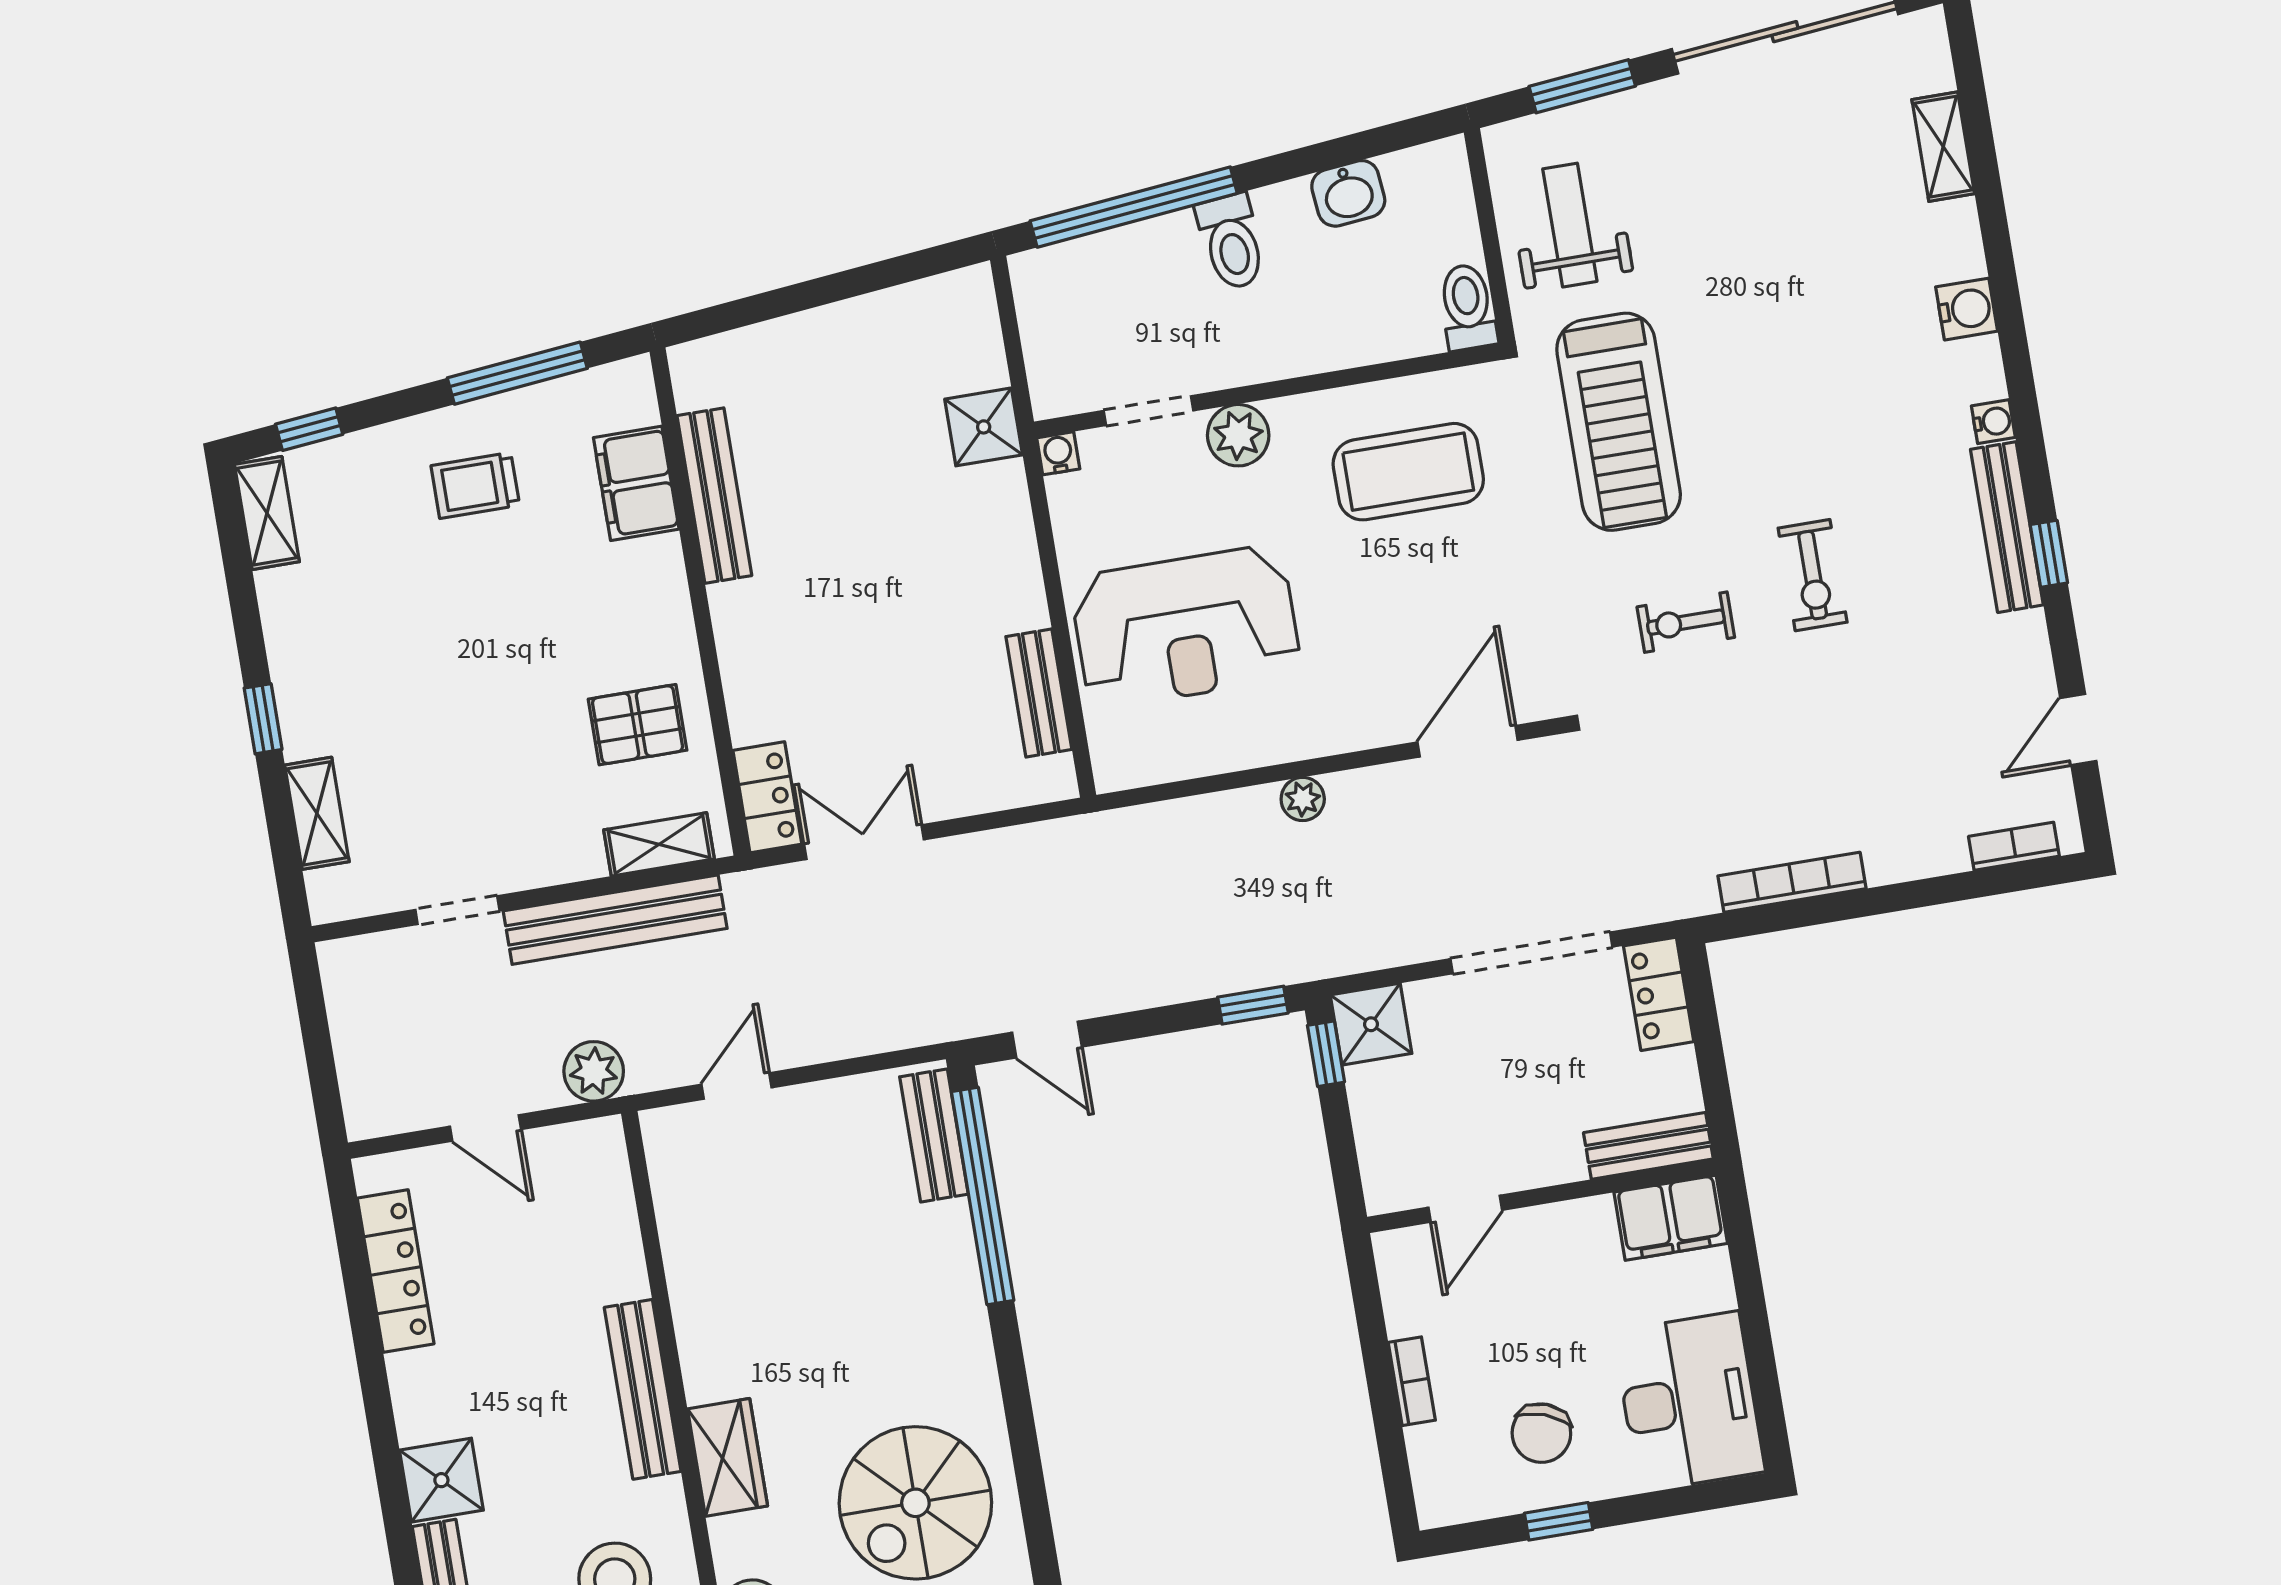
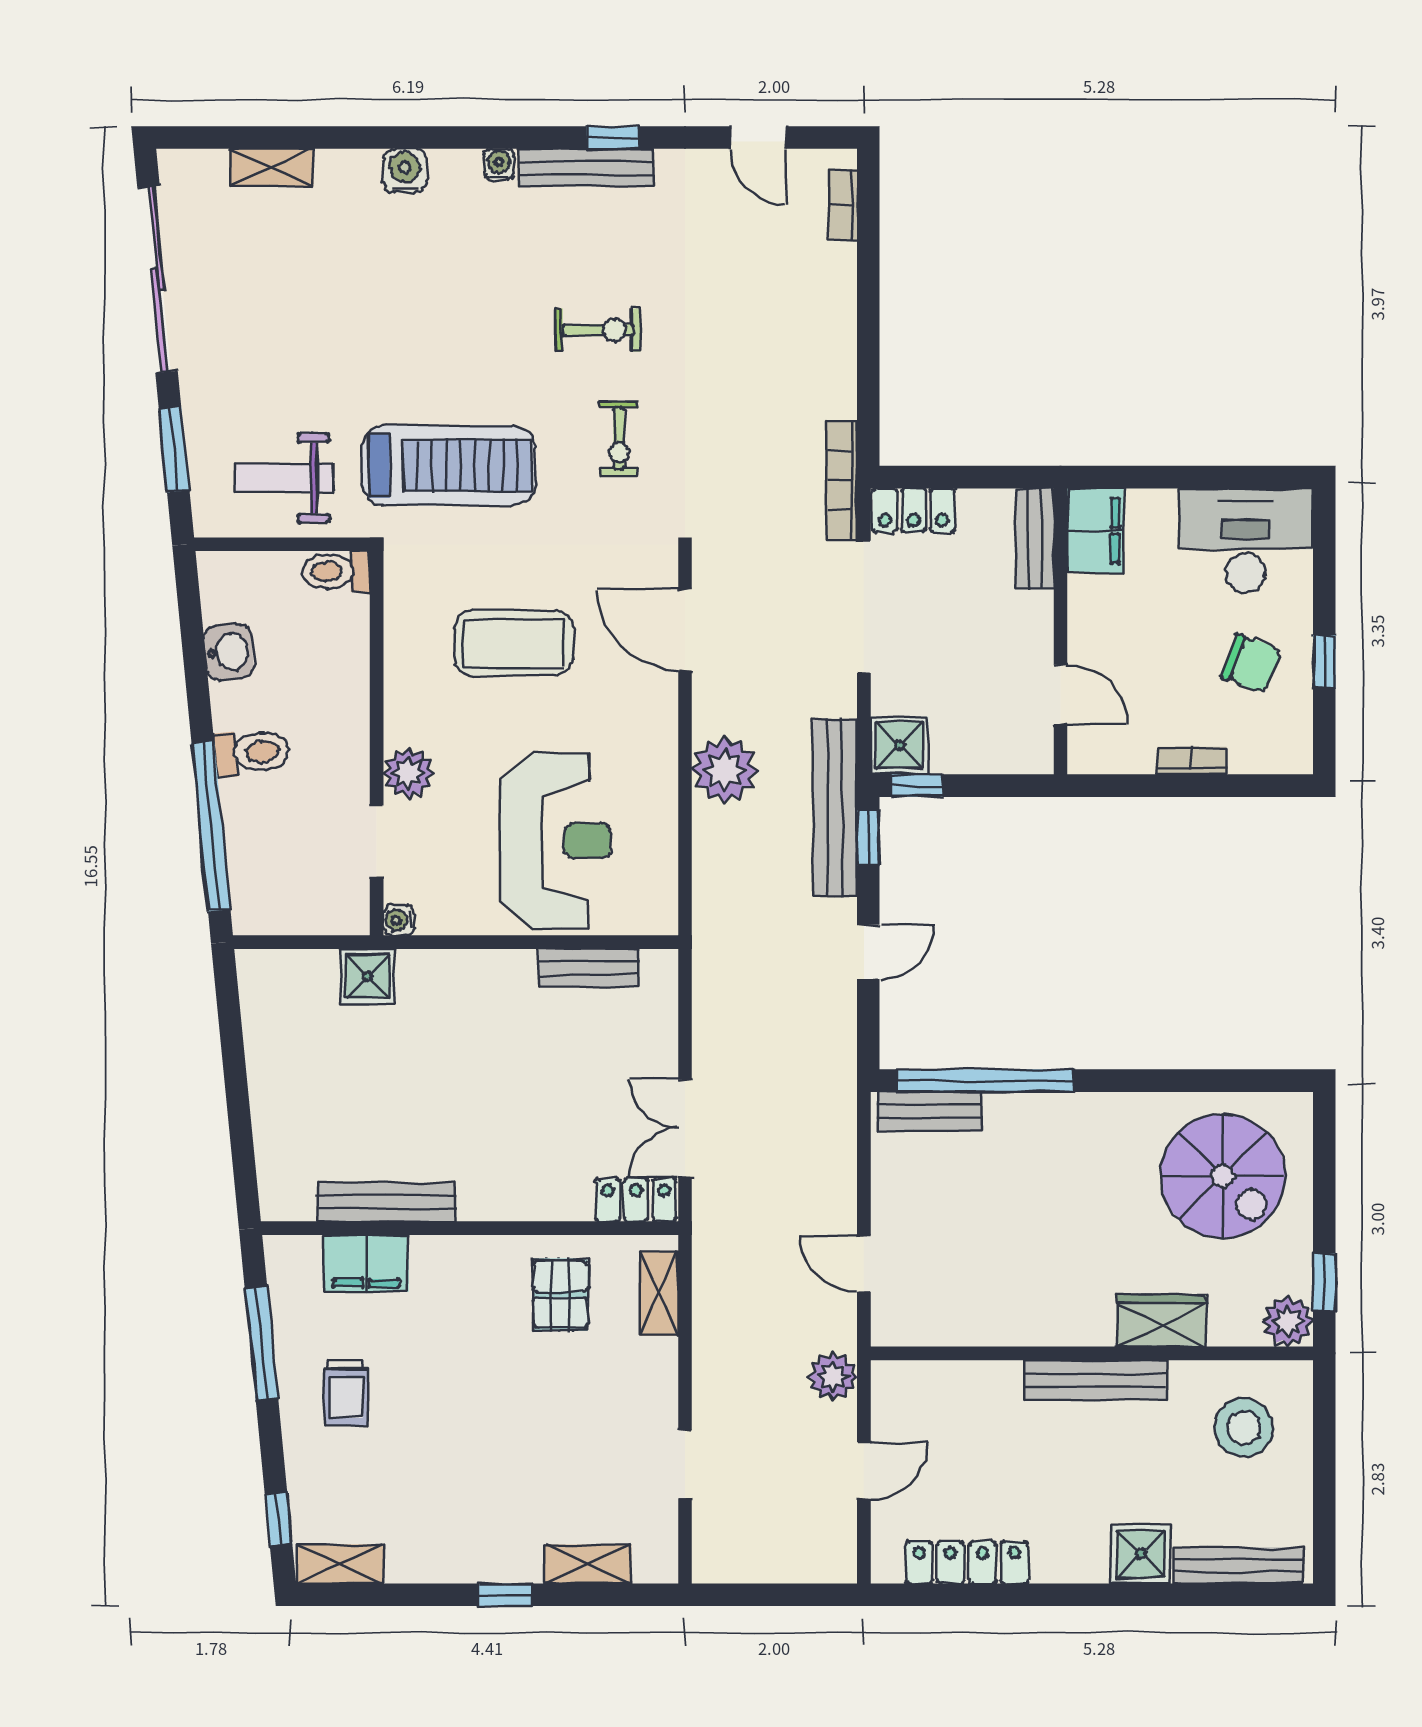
coffee table: (1408, 472) -> (513, 643), moved, turned 90
plant: (1303, 799) -> (725, 770), width x1.87, depth x1.87
bookcase: (1792, 882) -> (842, 480), moved
bench: (615, 920) -> (835, 808), moved
door: (1047, 1040) -> (868, 952), moved

